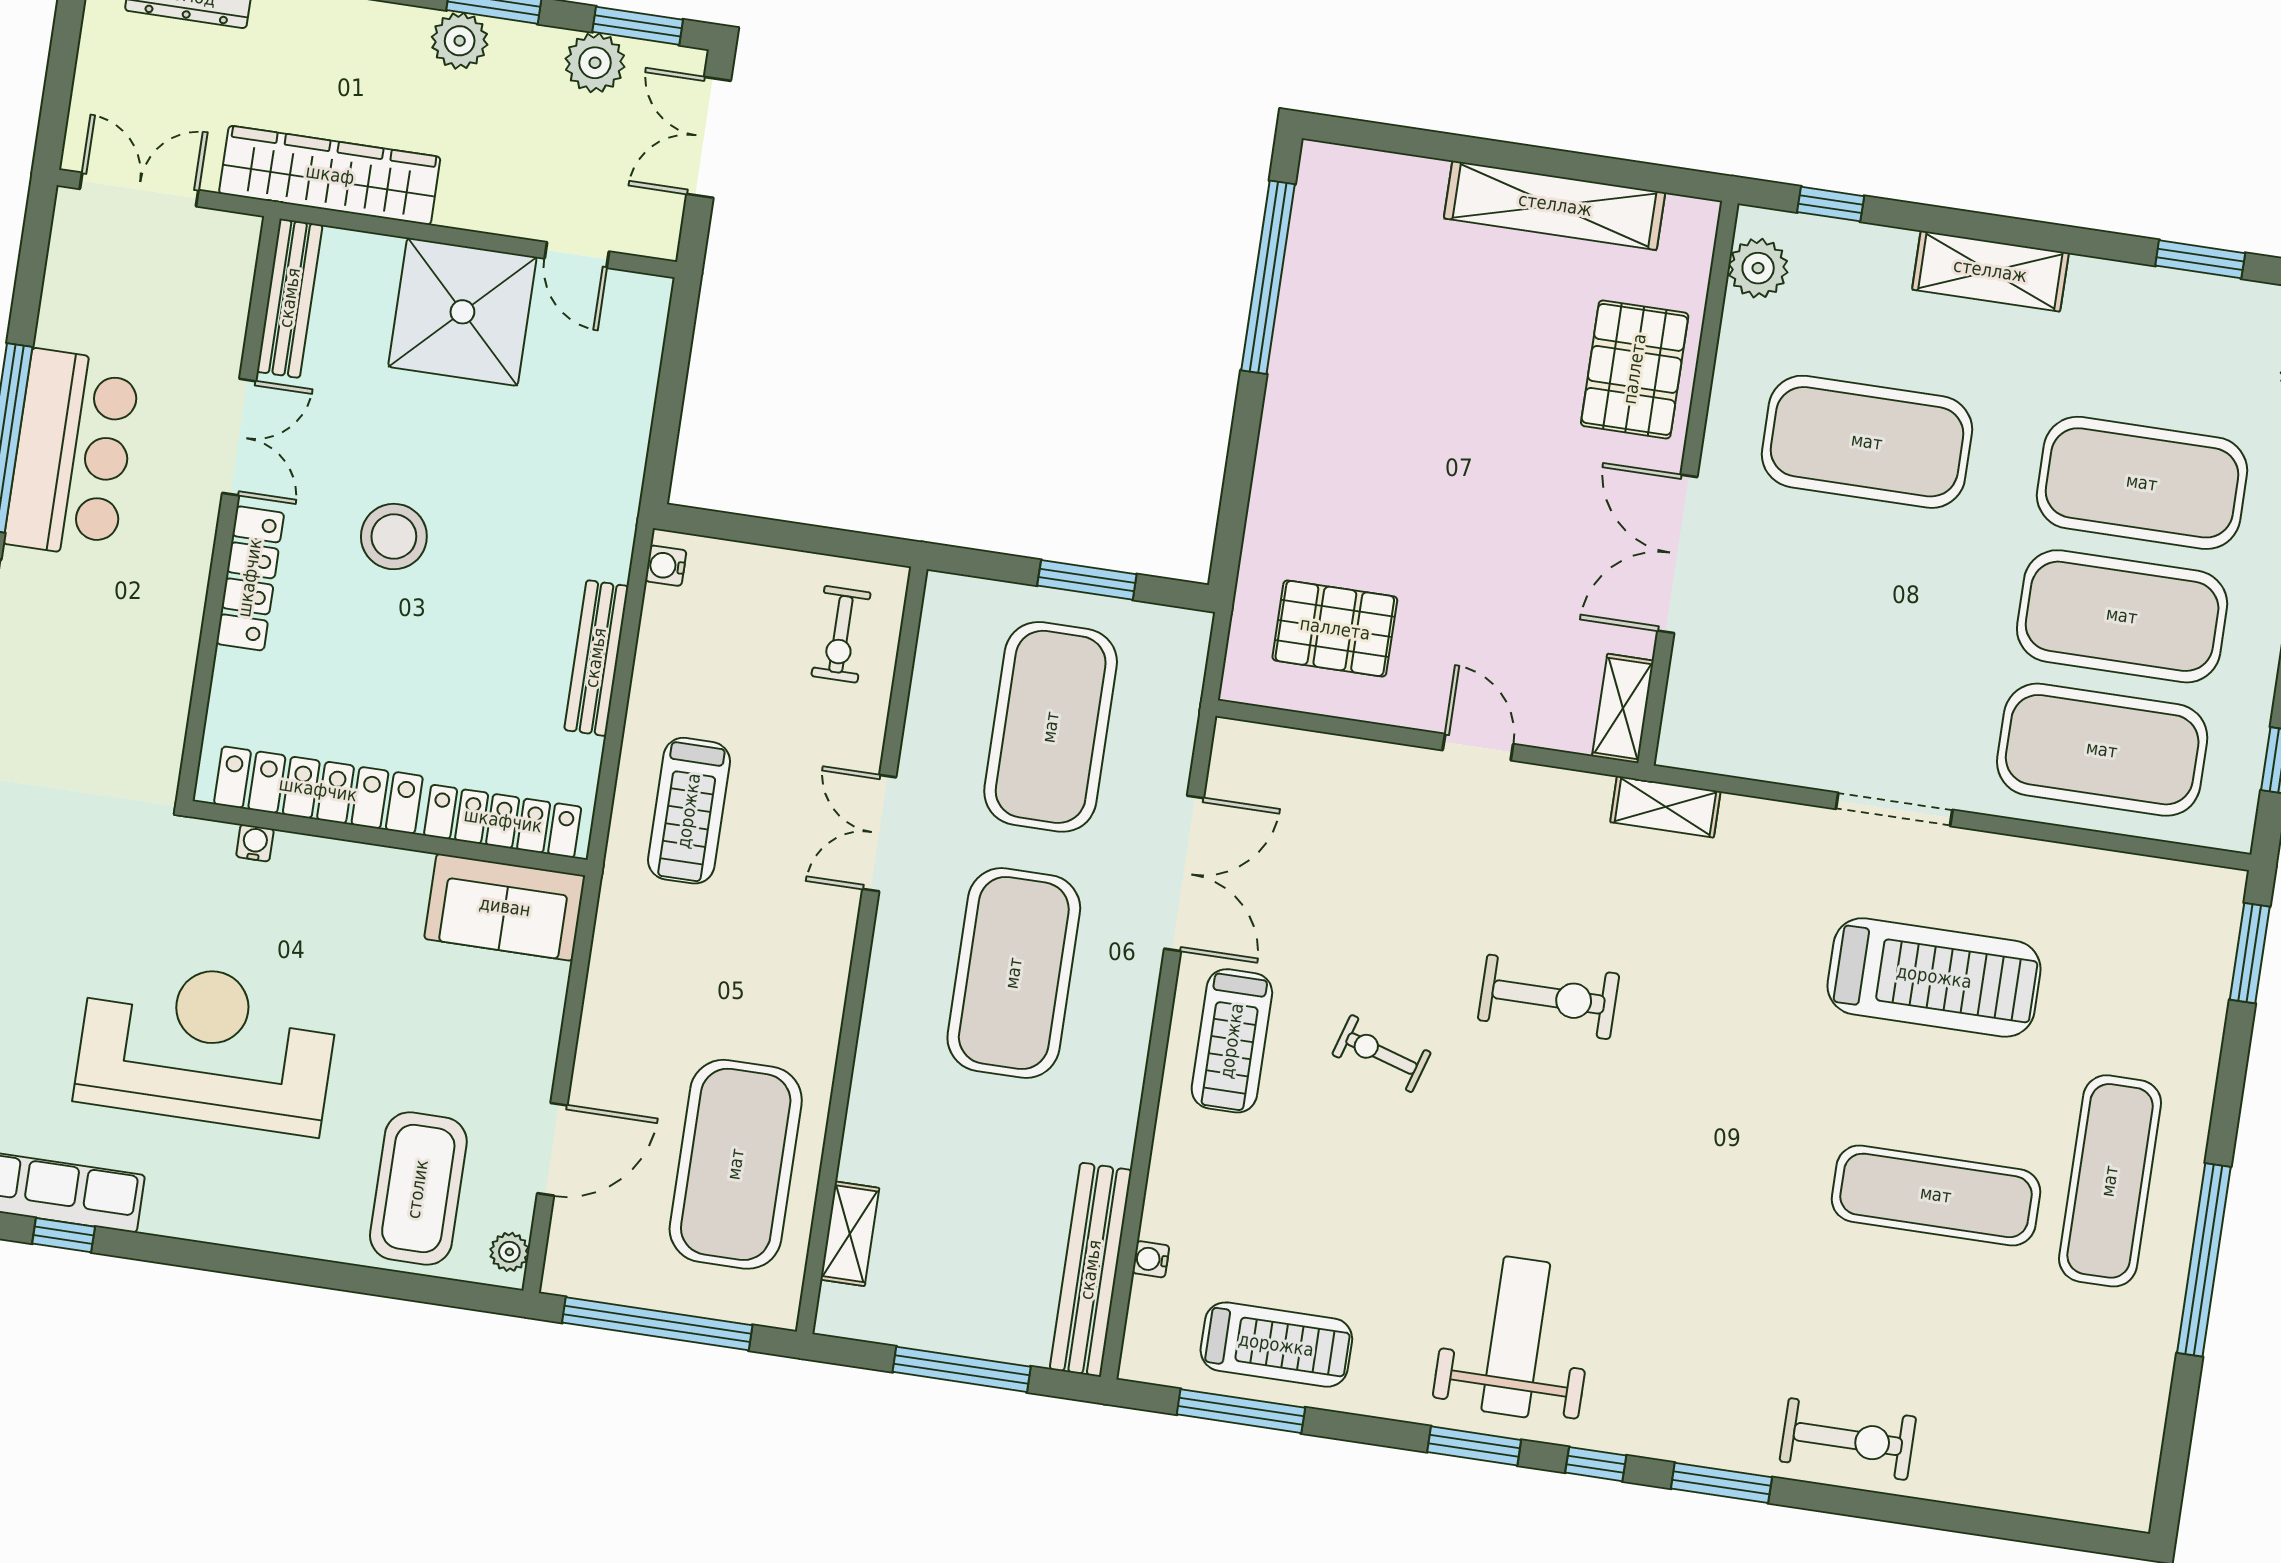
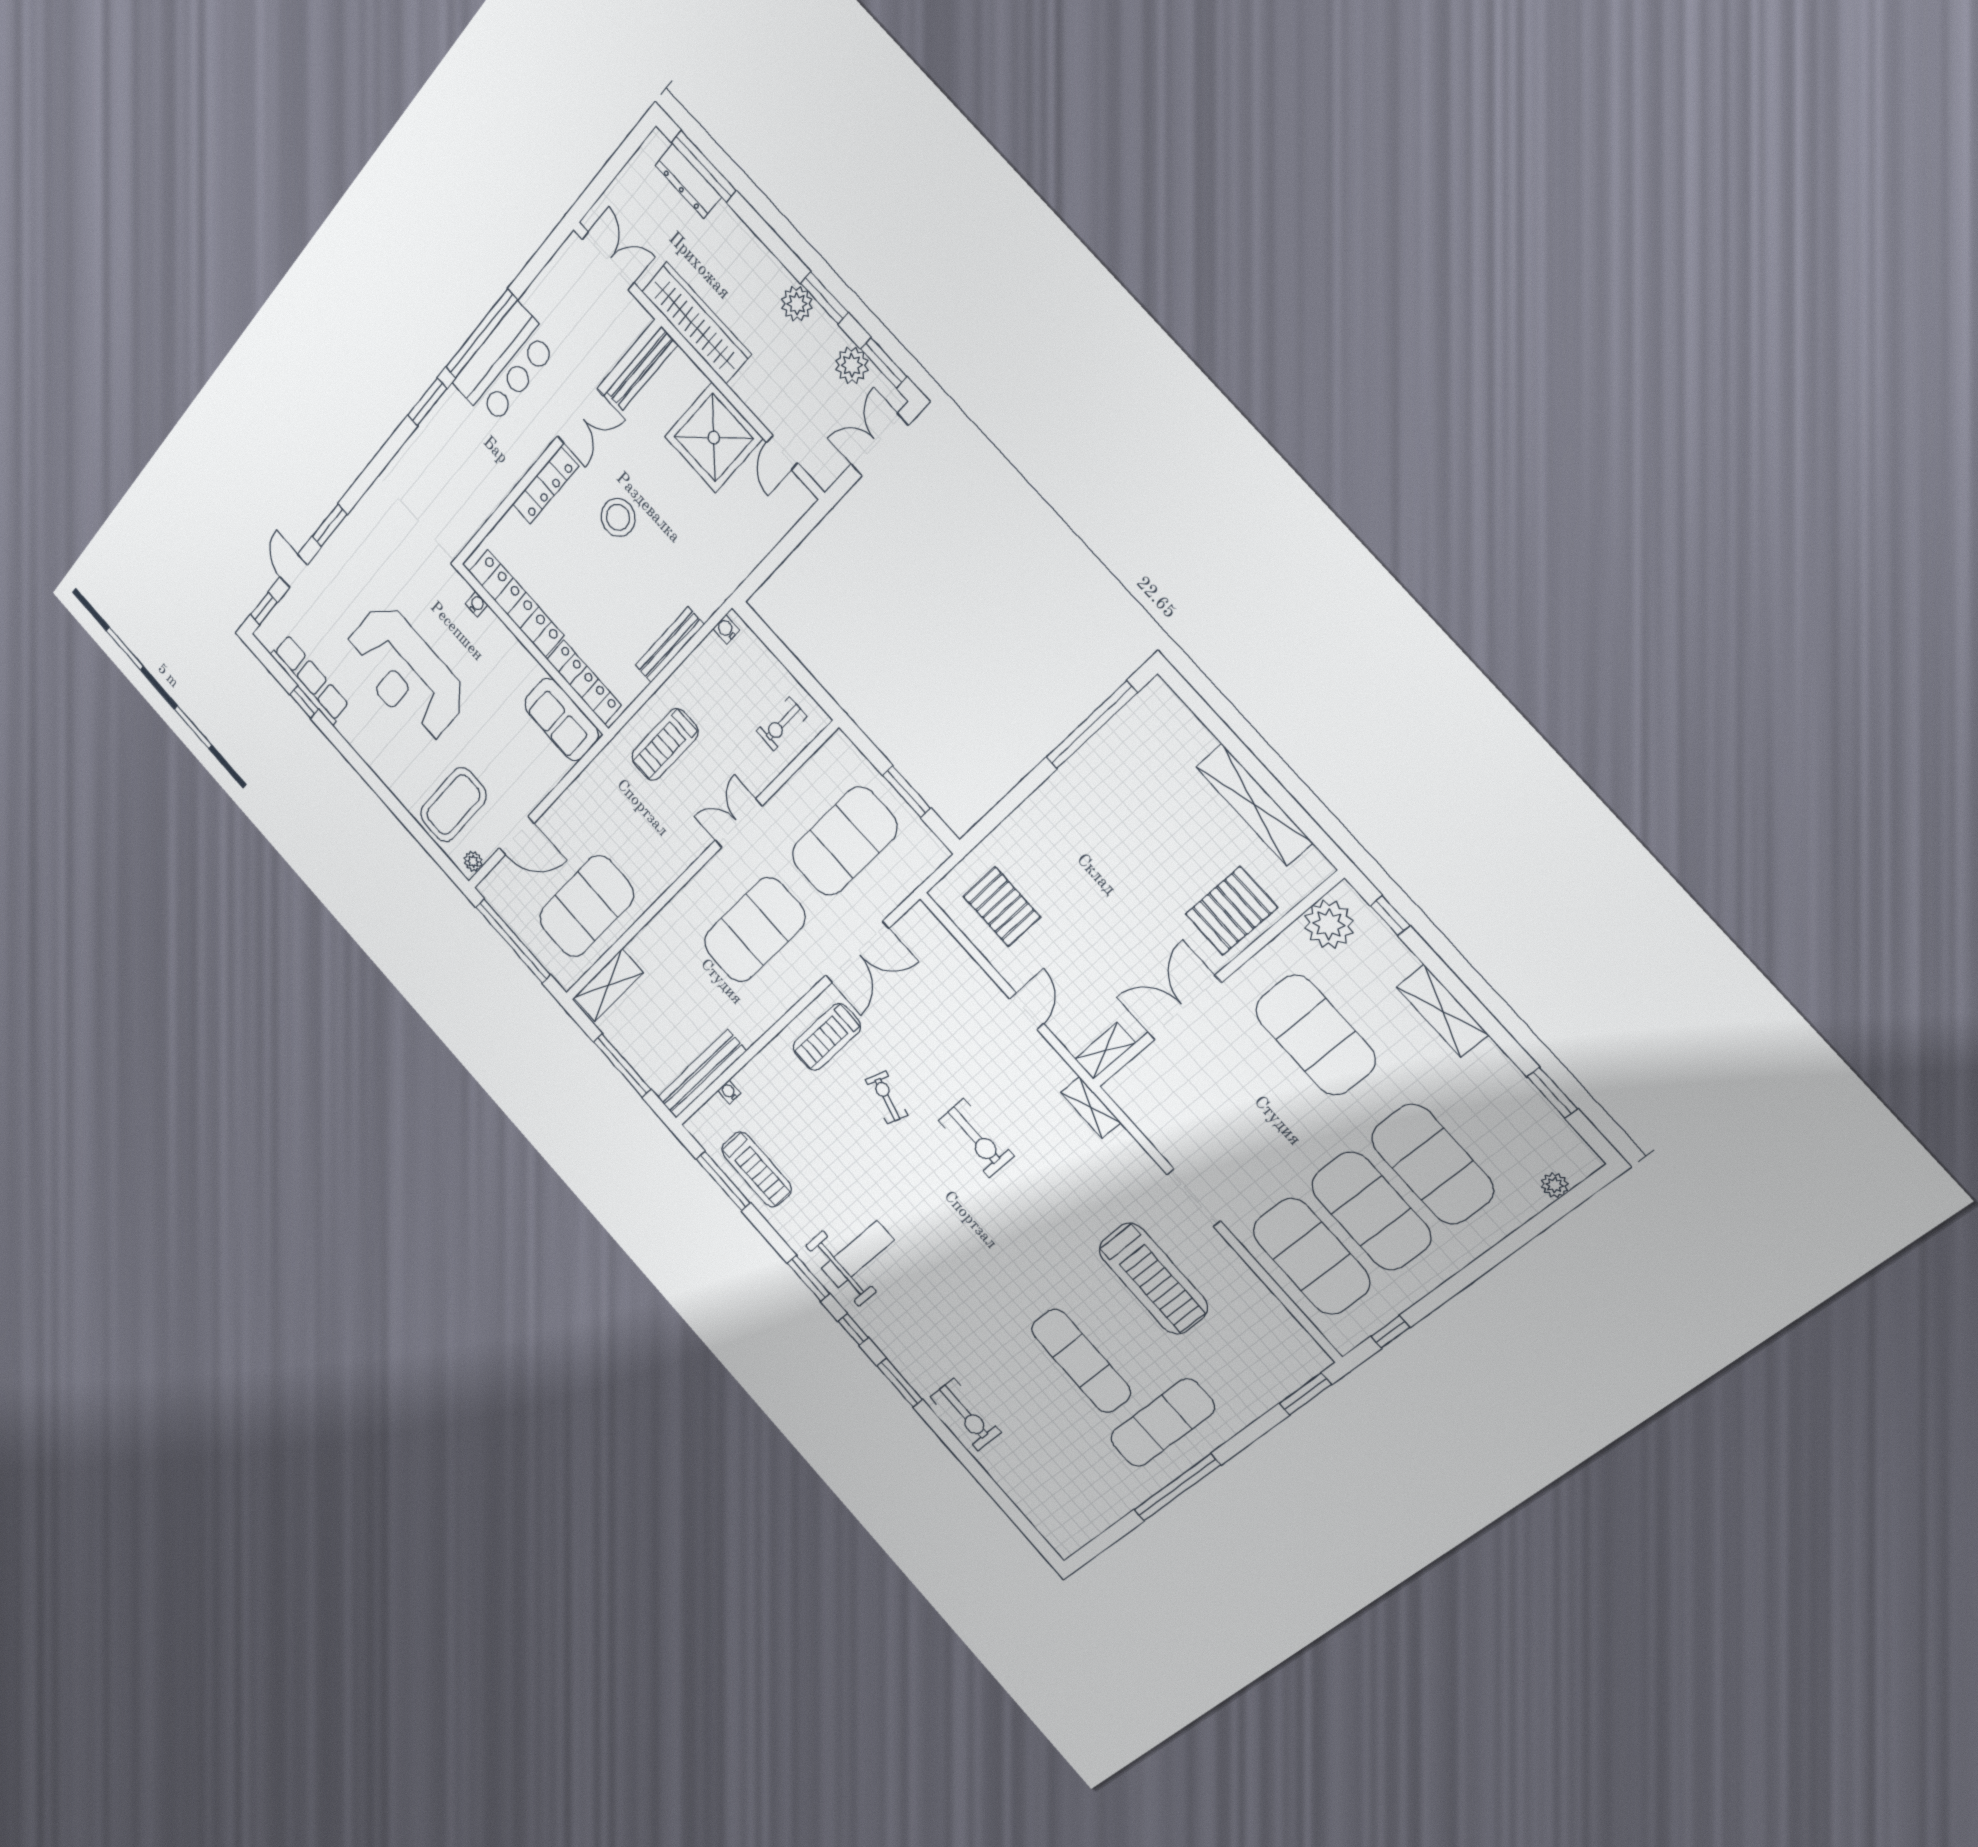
plant: (1758, 268) -> (1329, 924), width x1.36, depth x1.36
reception desk: (207, 1046) -> (406, 673), turned 180
shelving: (850, 1234) -> (608, 985), width x1.50, depth x1.33

